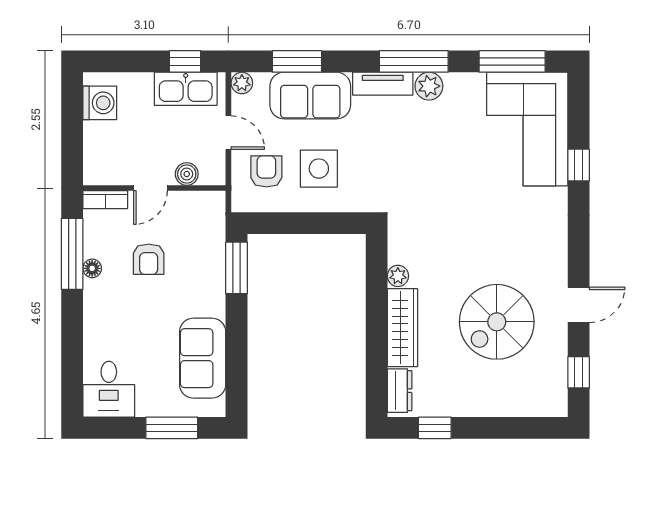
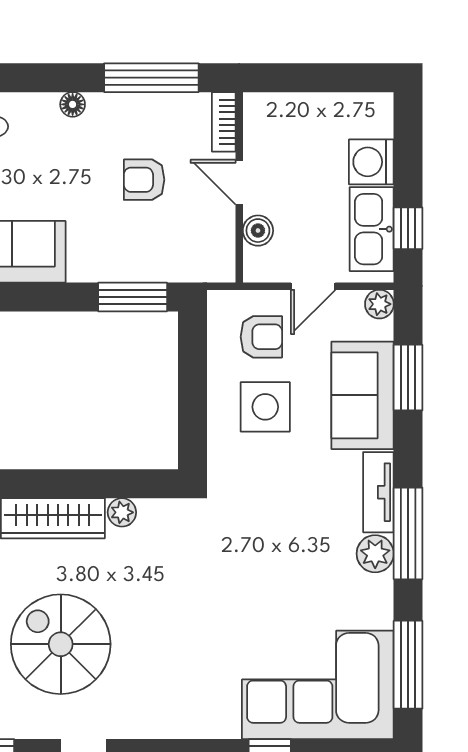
washing machine: (100, 103) -> (371, 162), moved, turned 90
floor lamp: (92, 268) -> (73, 104), moved

